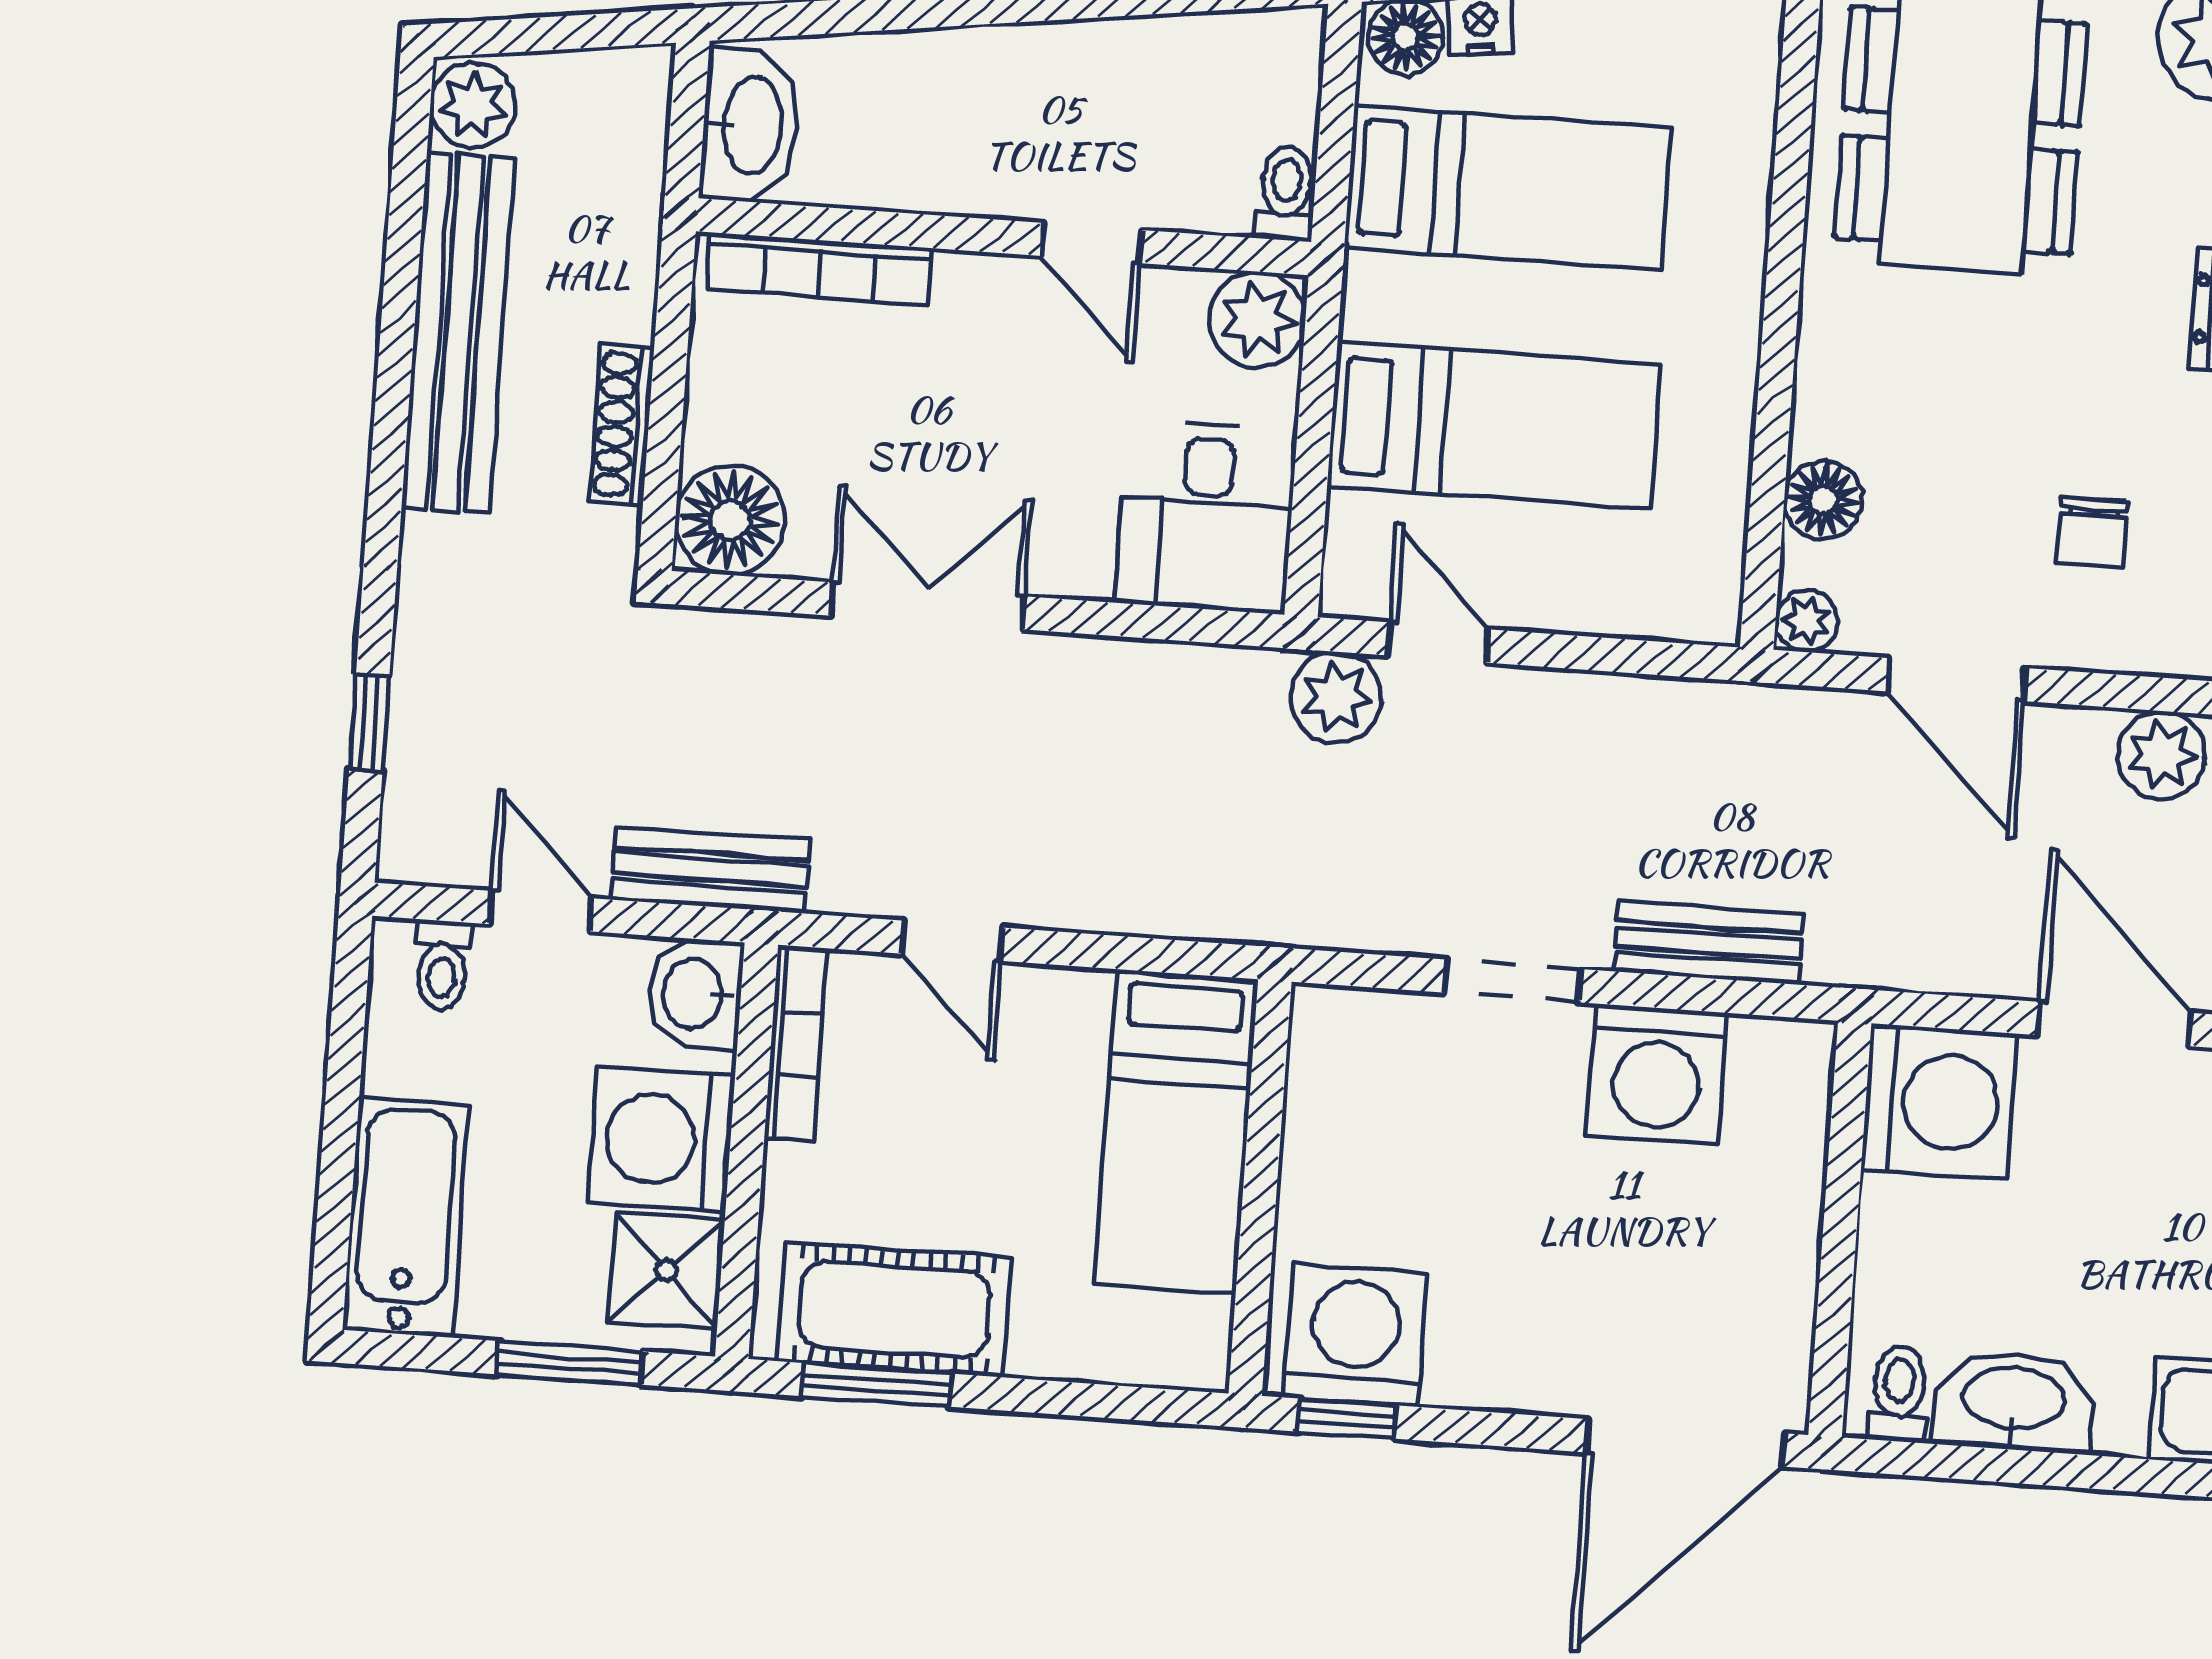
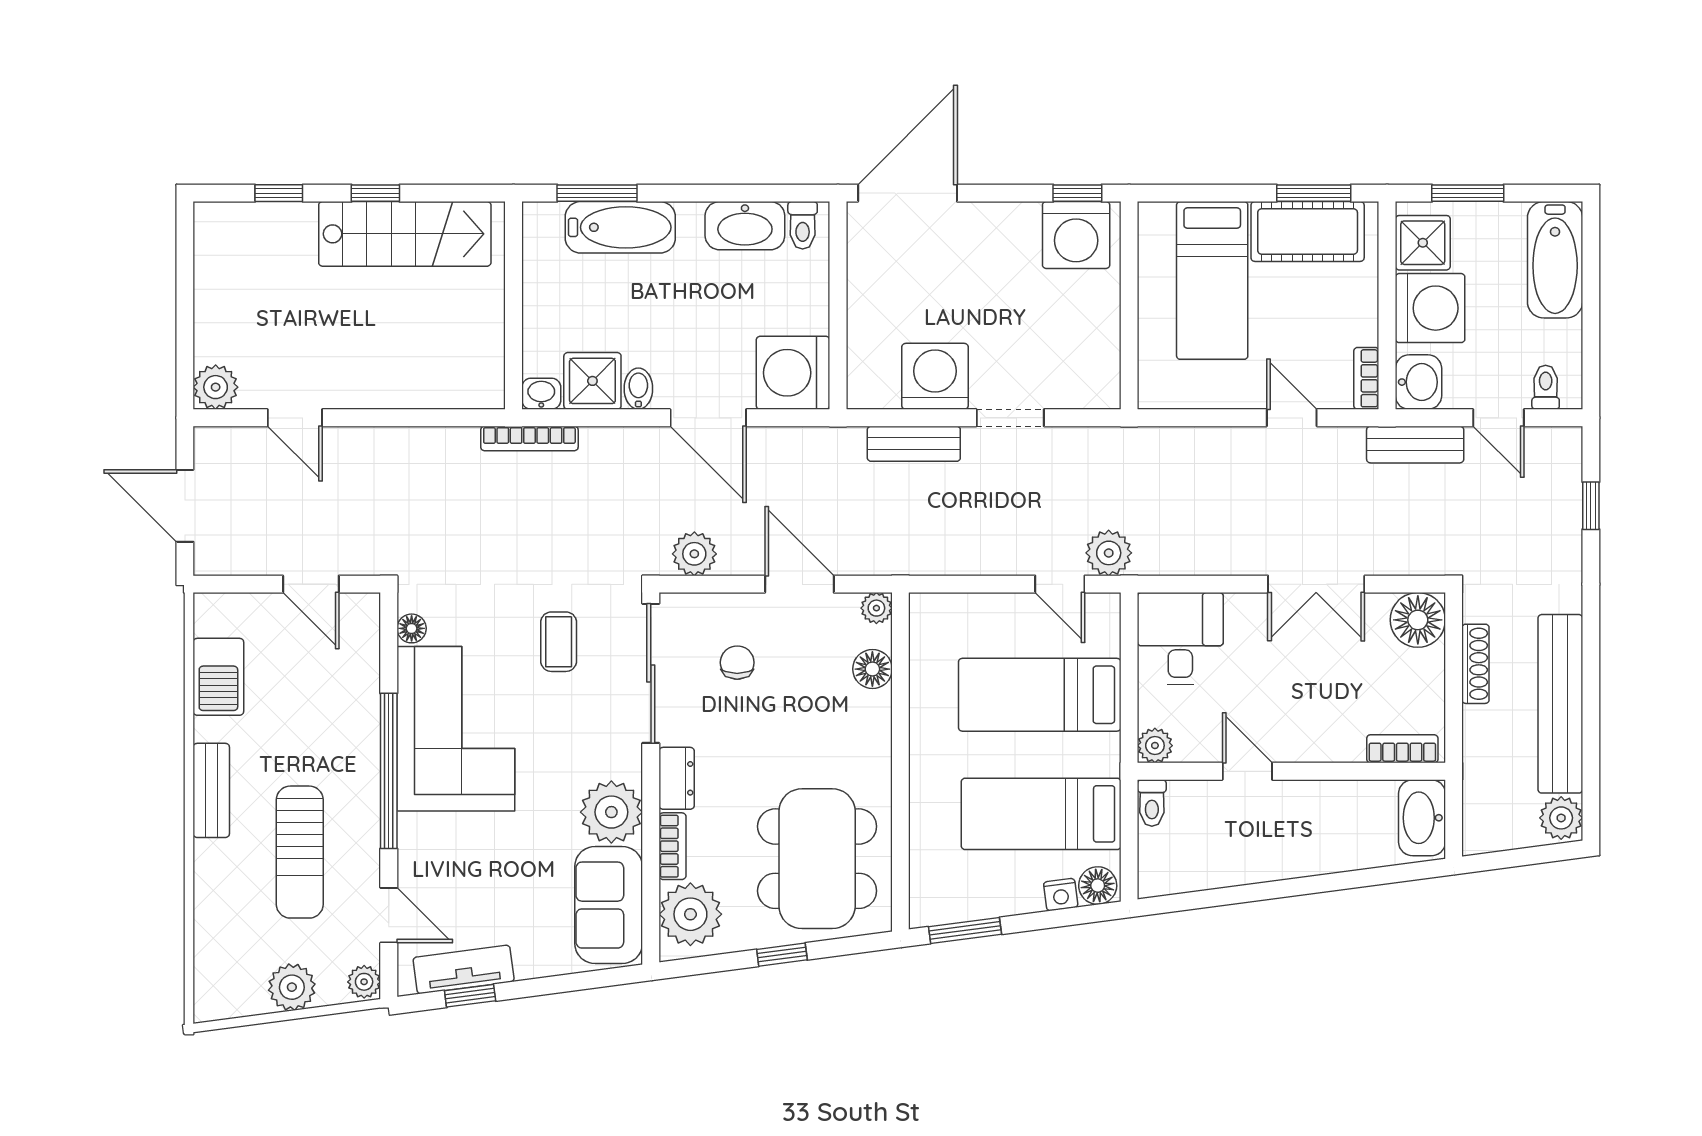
bookcase: (819, 269) -> (1402, 749), width x0.64
plant: (1258, 320) -> (1155, 746), width x0.73, depth x0.73
bookcase: (796, 1043) -> (1366, 378), width x0.64
bed: (1176, 1132) -> (1212, 280), moved, turned 180

